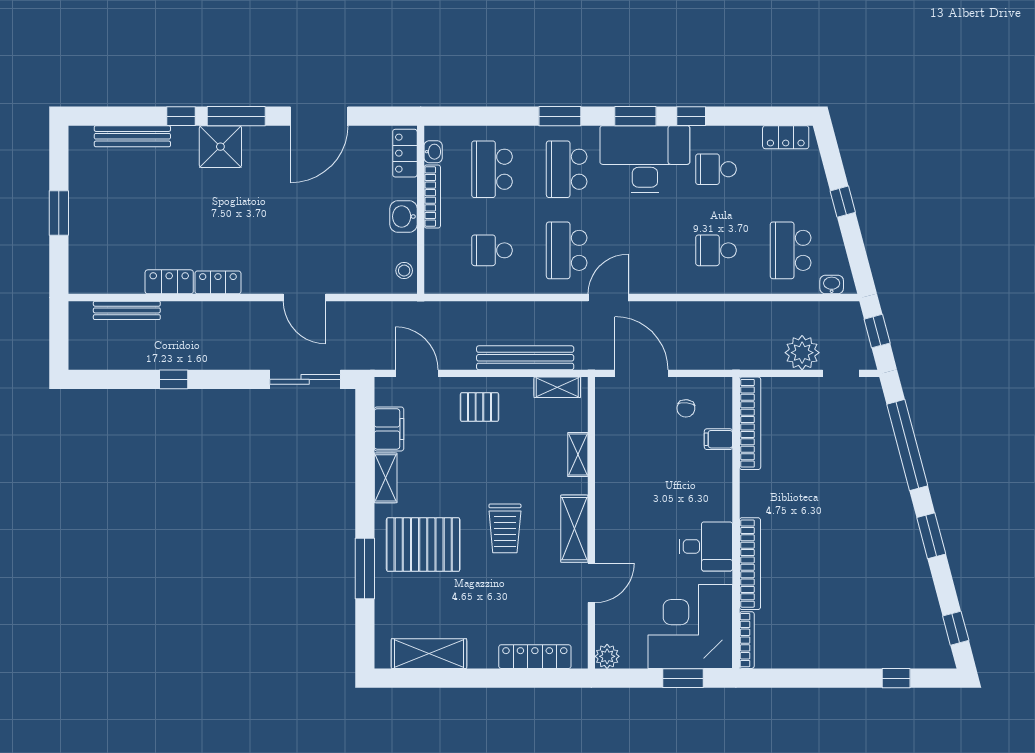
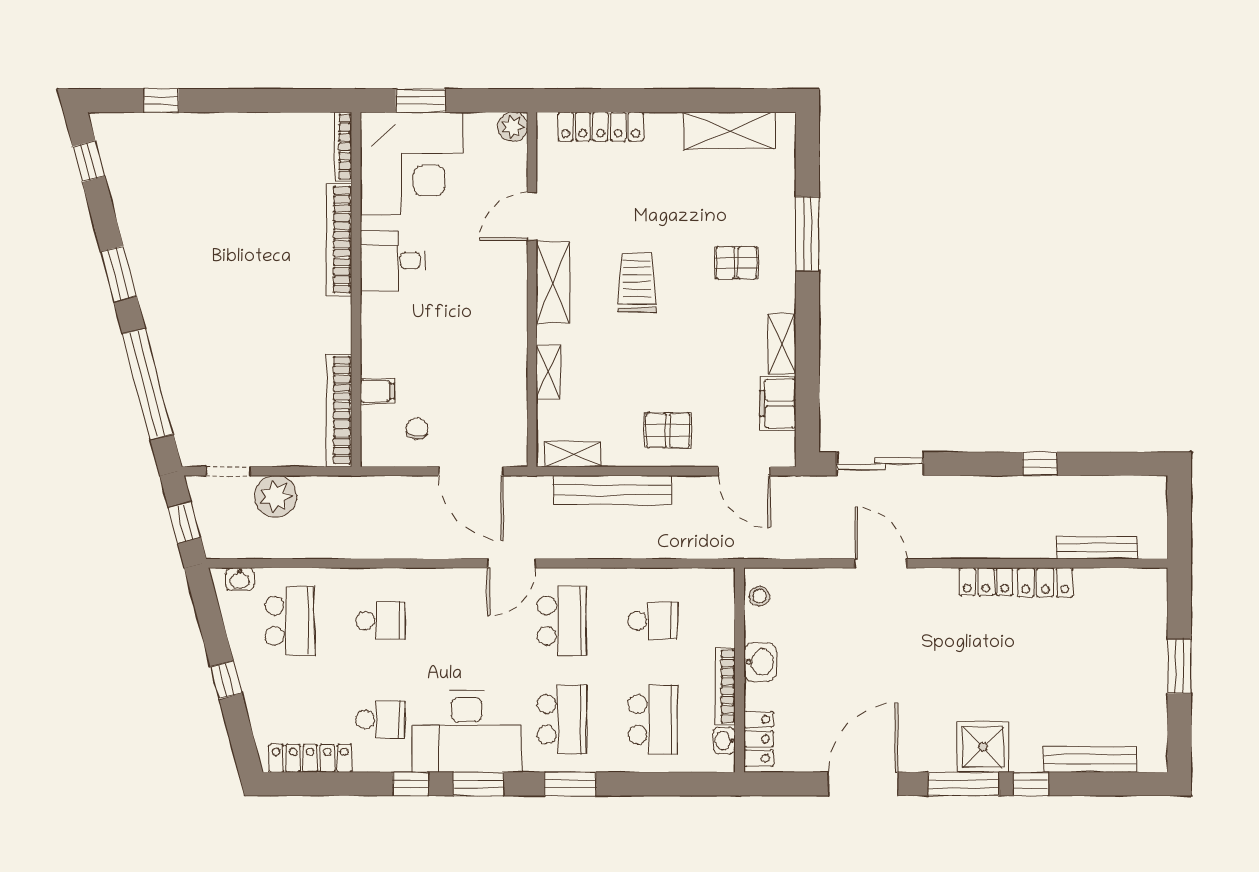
locker: (786, 137) -> (310, 758), width x1.53
pallet: (423, 545) -> (736, 263), width x0.49, depth x0.50

